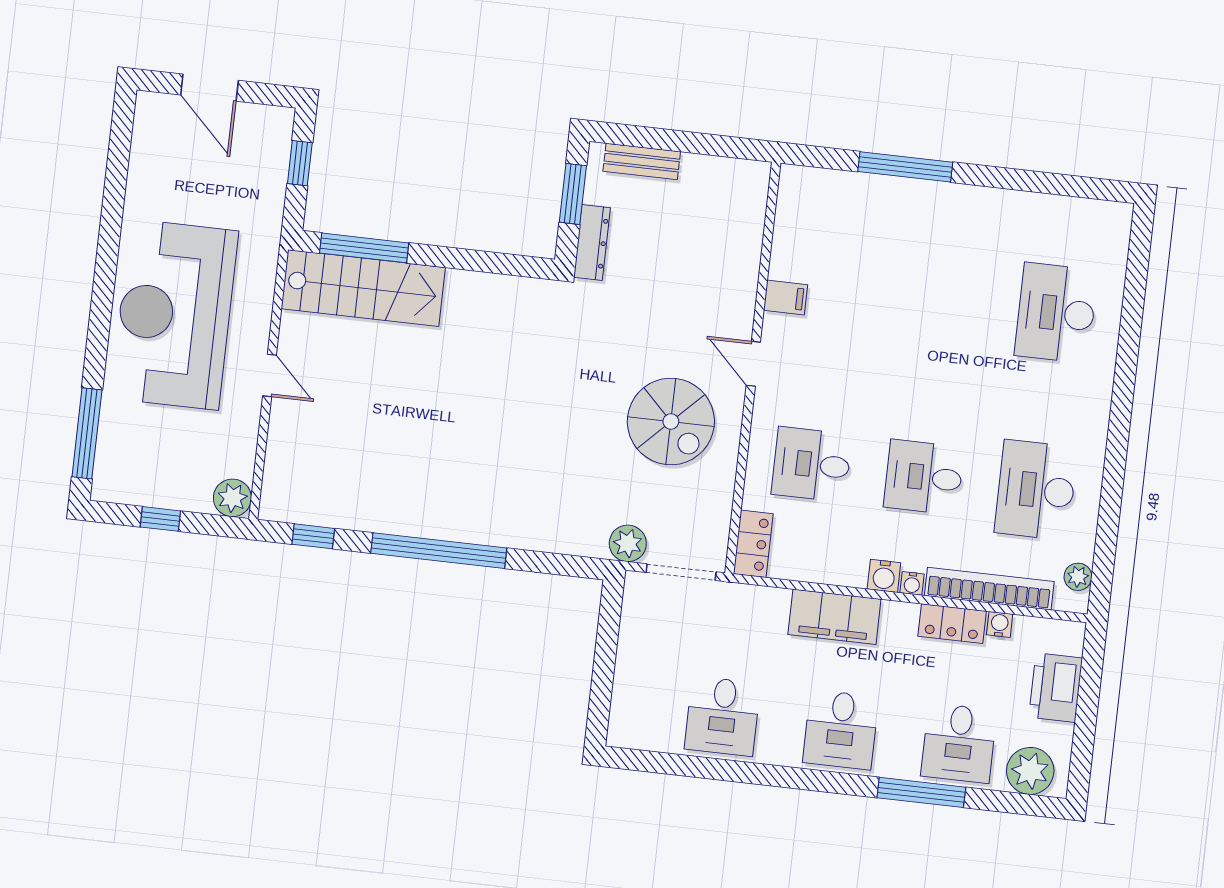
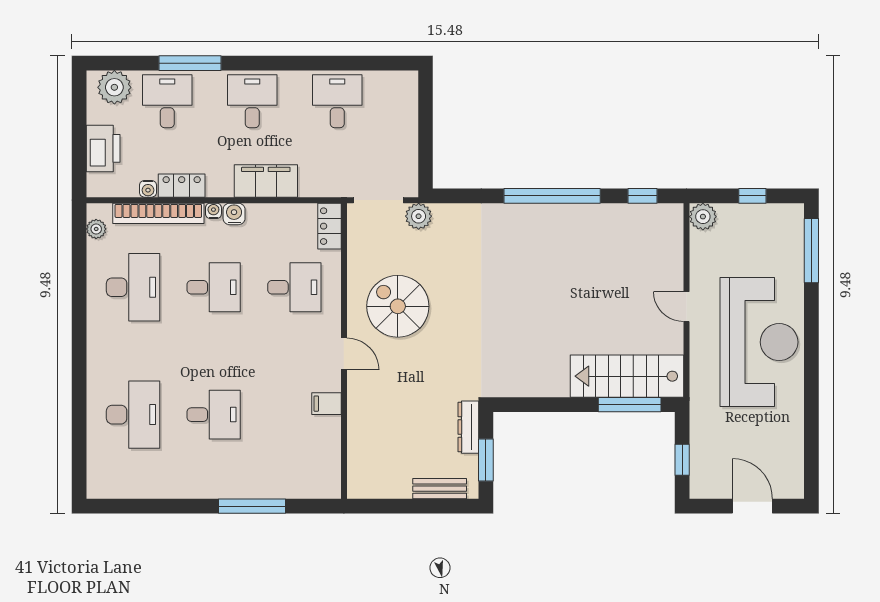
desk: (944, 300) -> (214, 415), added

